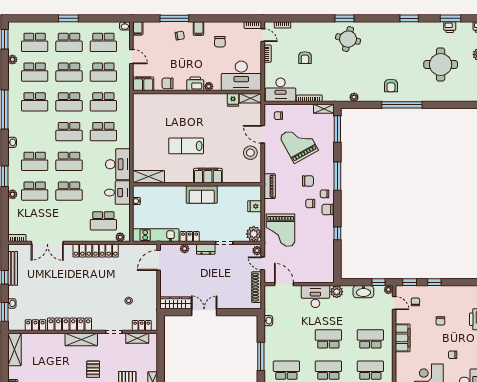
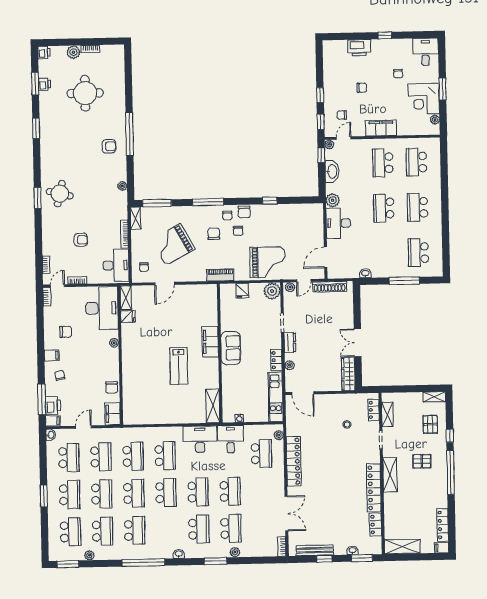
window: (174, 18) -> (42, 399), moved
printer: (195, 84) -> (53, 405), moved, turned 180
stool: (250, 153) -> (185, 296), removed

